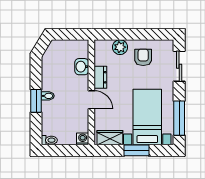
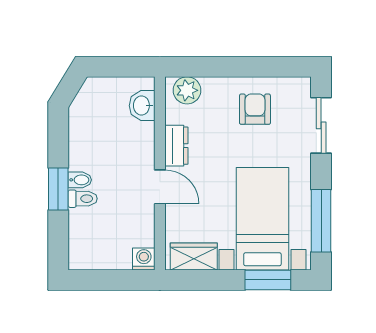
plant: (120, 47) -> (187, 90), moved
washbasin: (82, 67) -> (142, 106), moved
toilet: (49, 140) -> (83, 199), moved
window: (136, 150) -> (268, 280), moved

